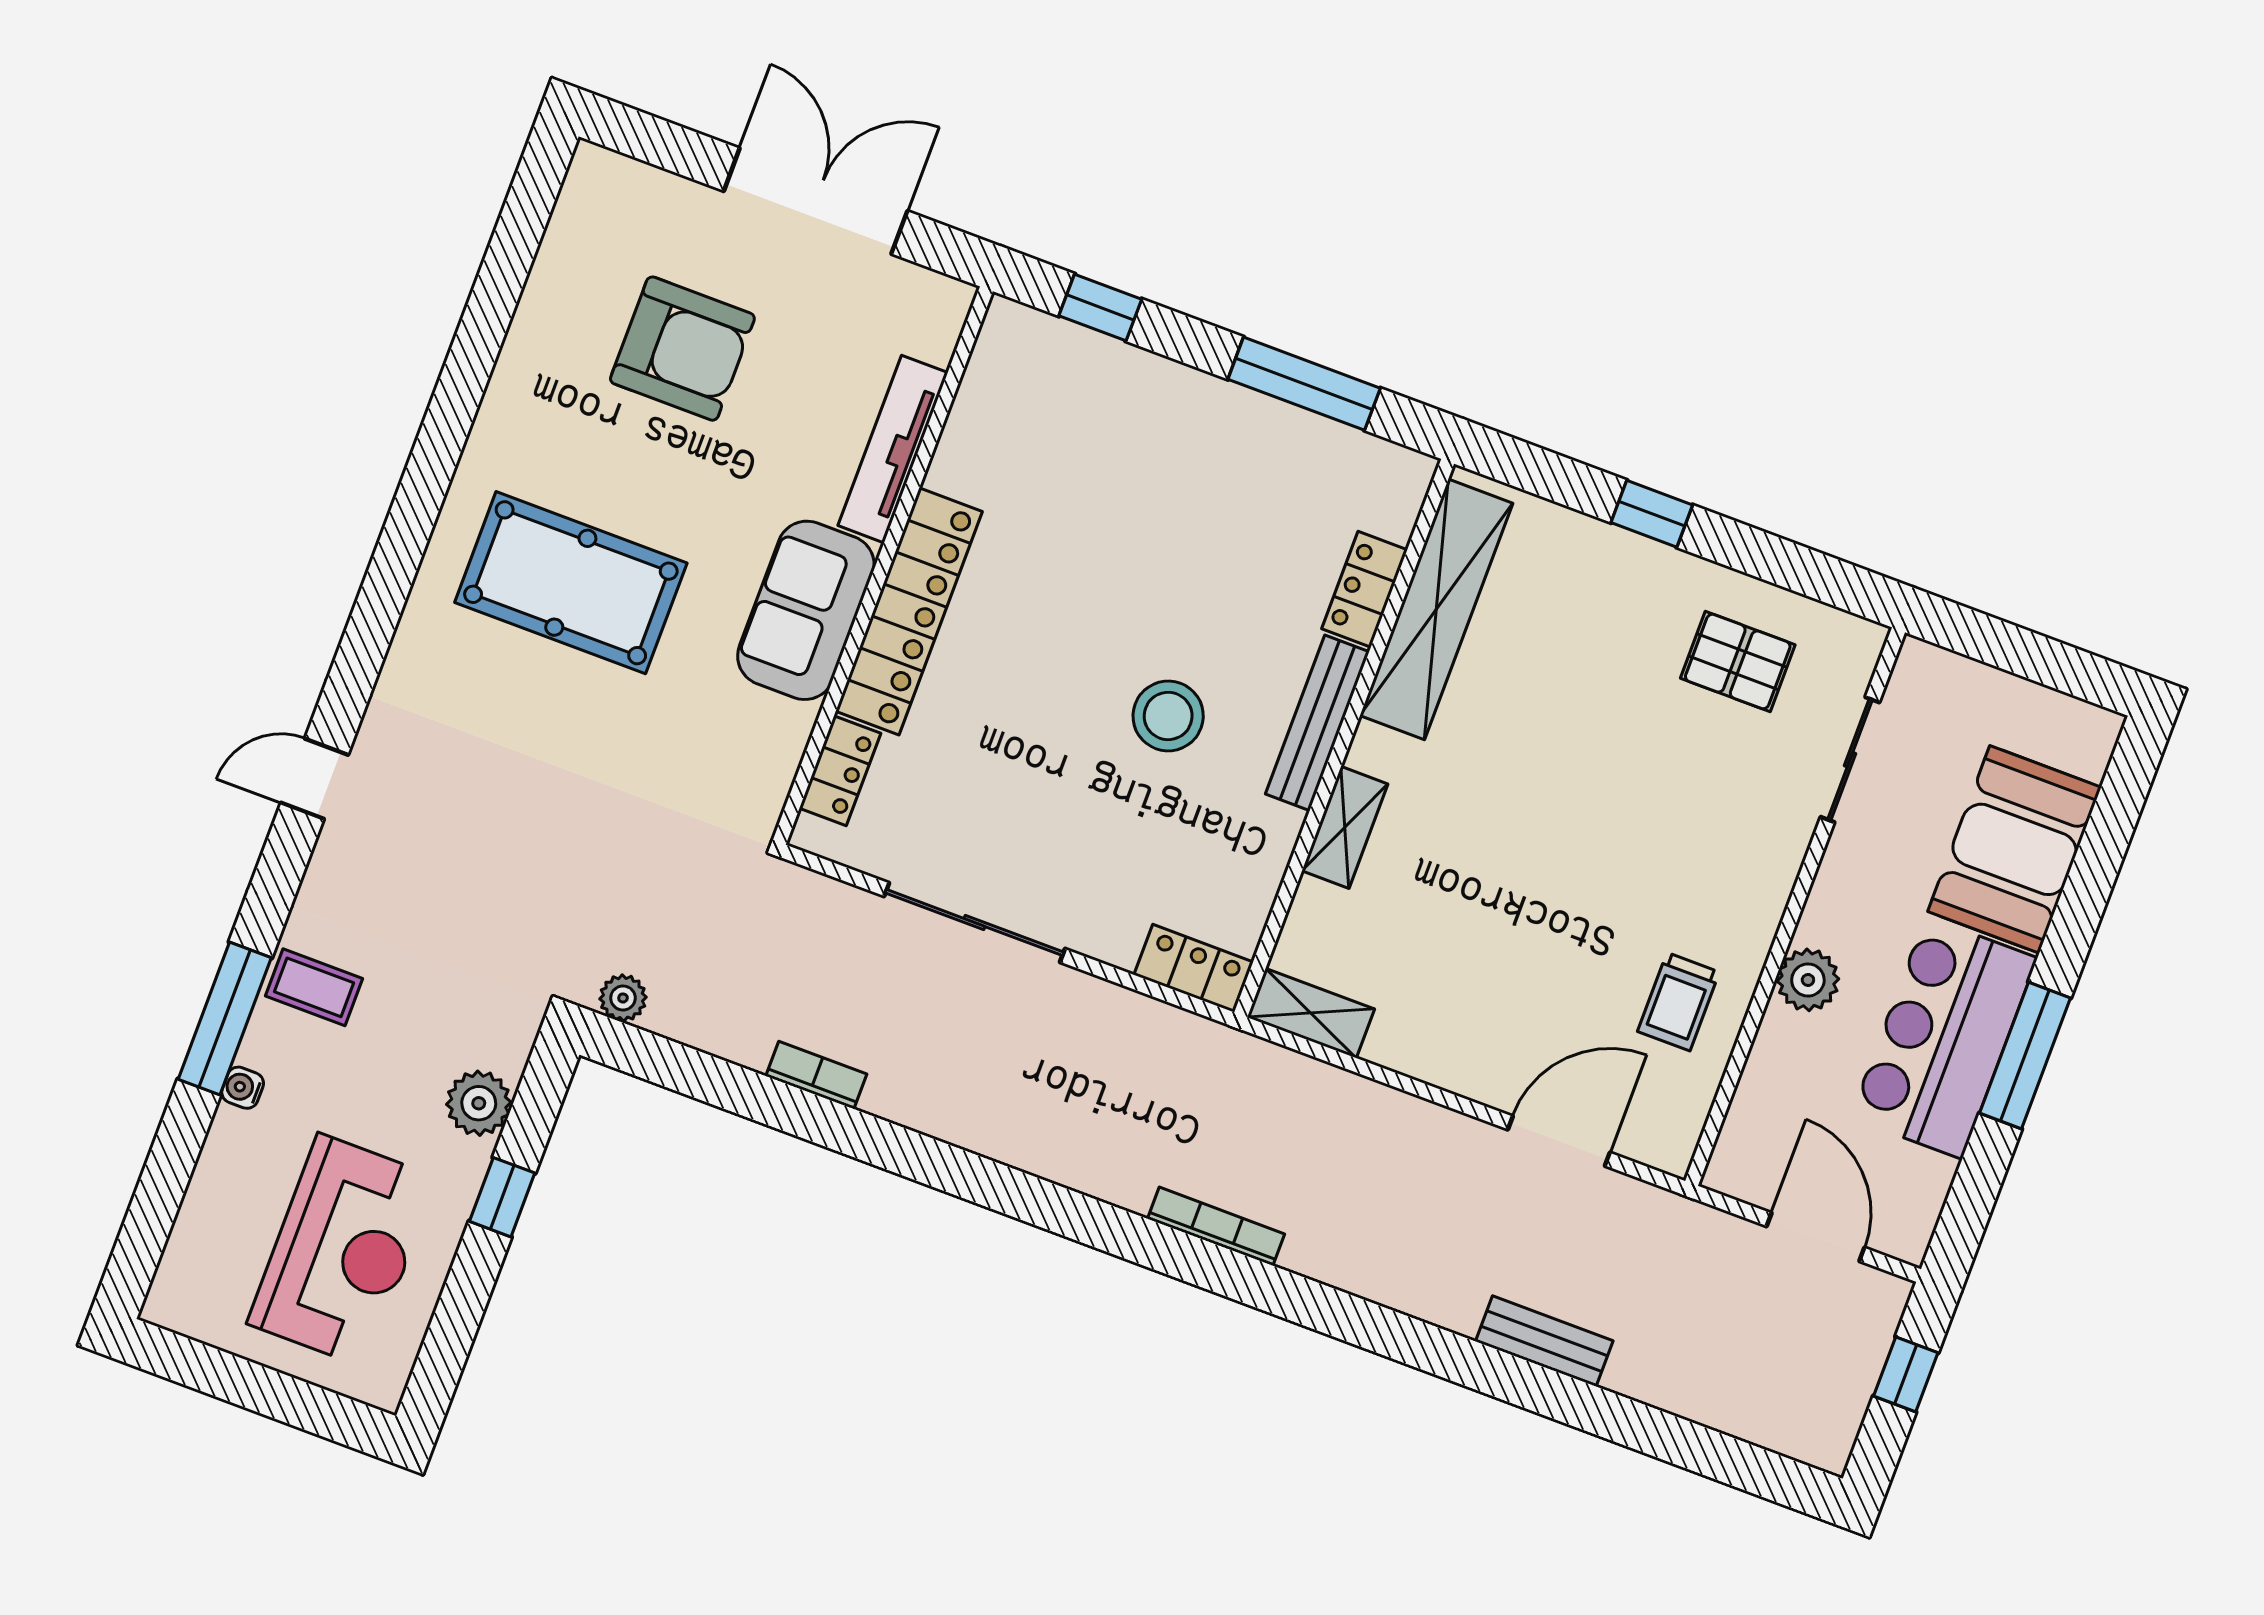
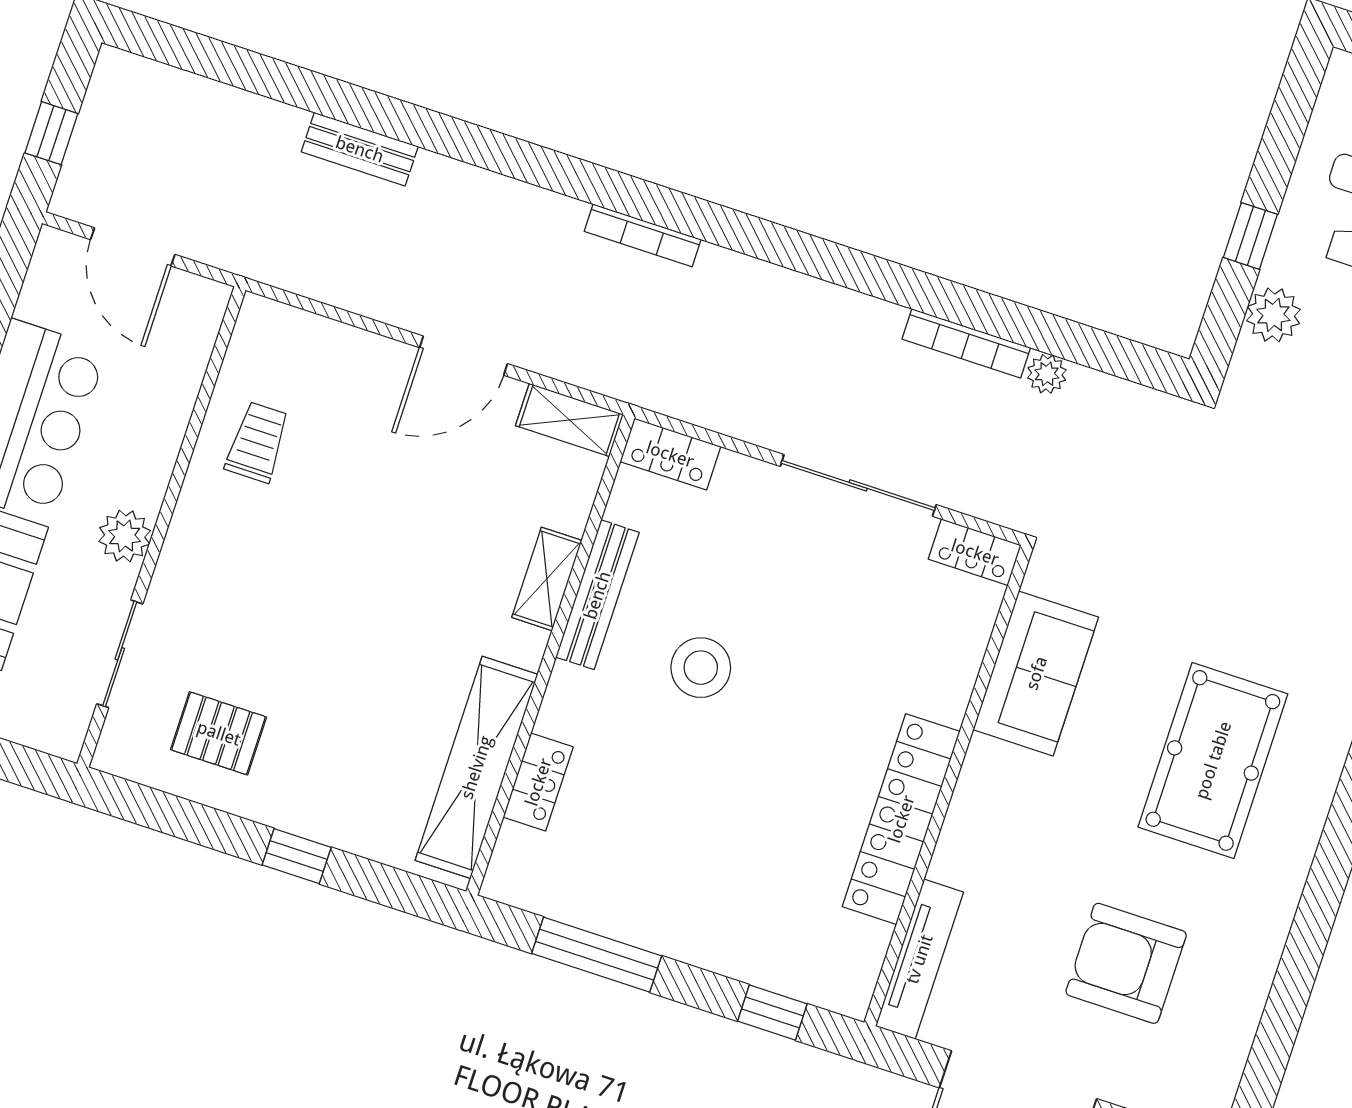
tv unit: (893, 449) -> (919, 959), moved
pool table: (571, 583) -> (1213, 760), turned 90
sofa: (806, 610) -> (1036, 673), moved
locker: (909, 611) -> (901, 819), moved
bench: (1317, 723) -> (597, 595), moved
locker: (840, 771) -> (975, 552), moved, turned -90
plant: (1808, 980) -> (125, 536), moved
plant: (623, 998) -> (1047, 374), moved
bookcase: (816, 1075) -> (966, 343), width x1.56
door: (1559, 1141) -> (463, 356), moved

